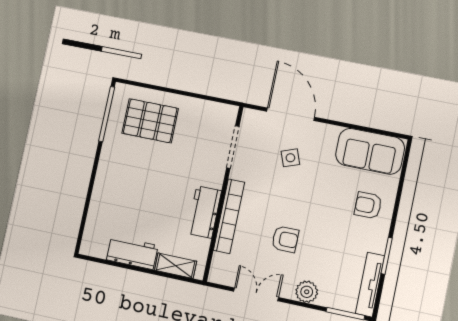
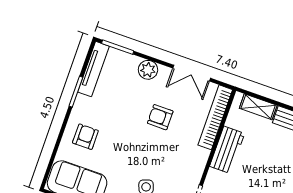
armchair: (368, 205) -> (85, 137), turned -90
bookcase: (229, 216) -> (215, 117), moved

